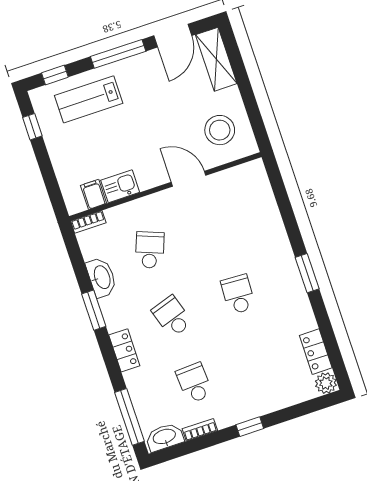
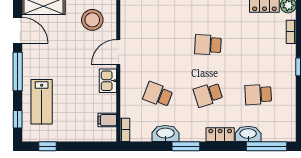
kitchen sink: (120, 186) -> (108, 81), moved
bookcase: (200, 430) -> (291, 32), moved
washbasin: (165, 437) -> (248, 134), moved, turned 90

